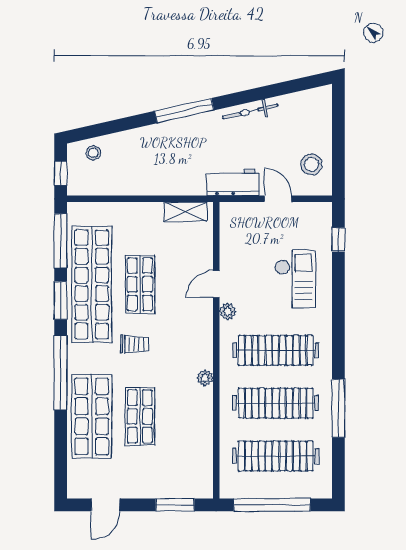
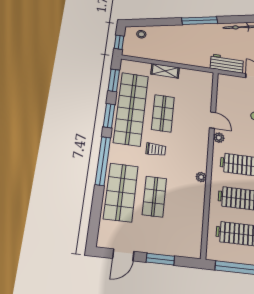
shelving: (186, 212) -> (165, 71), moved
window: (61, 241) -> (114, 80), width x0.69
door: (216, 284) -> (212, 120), swing flipped
window: (175, 505) -> (160, 259), moved

